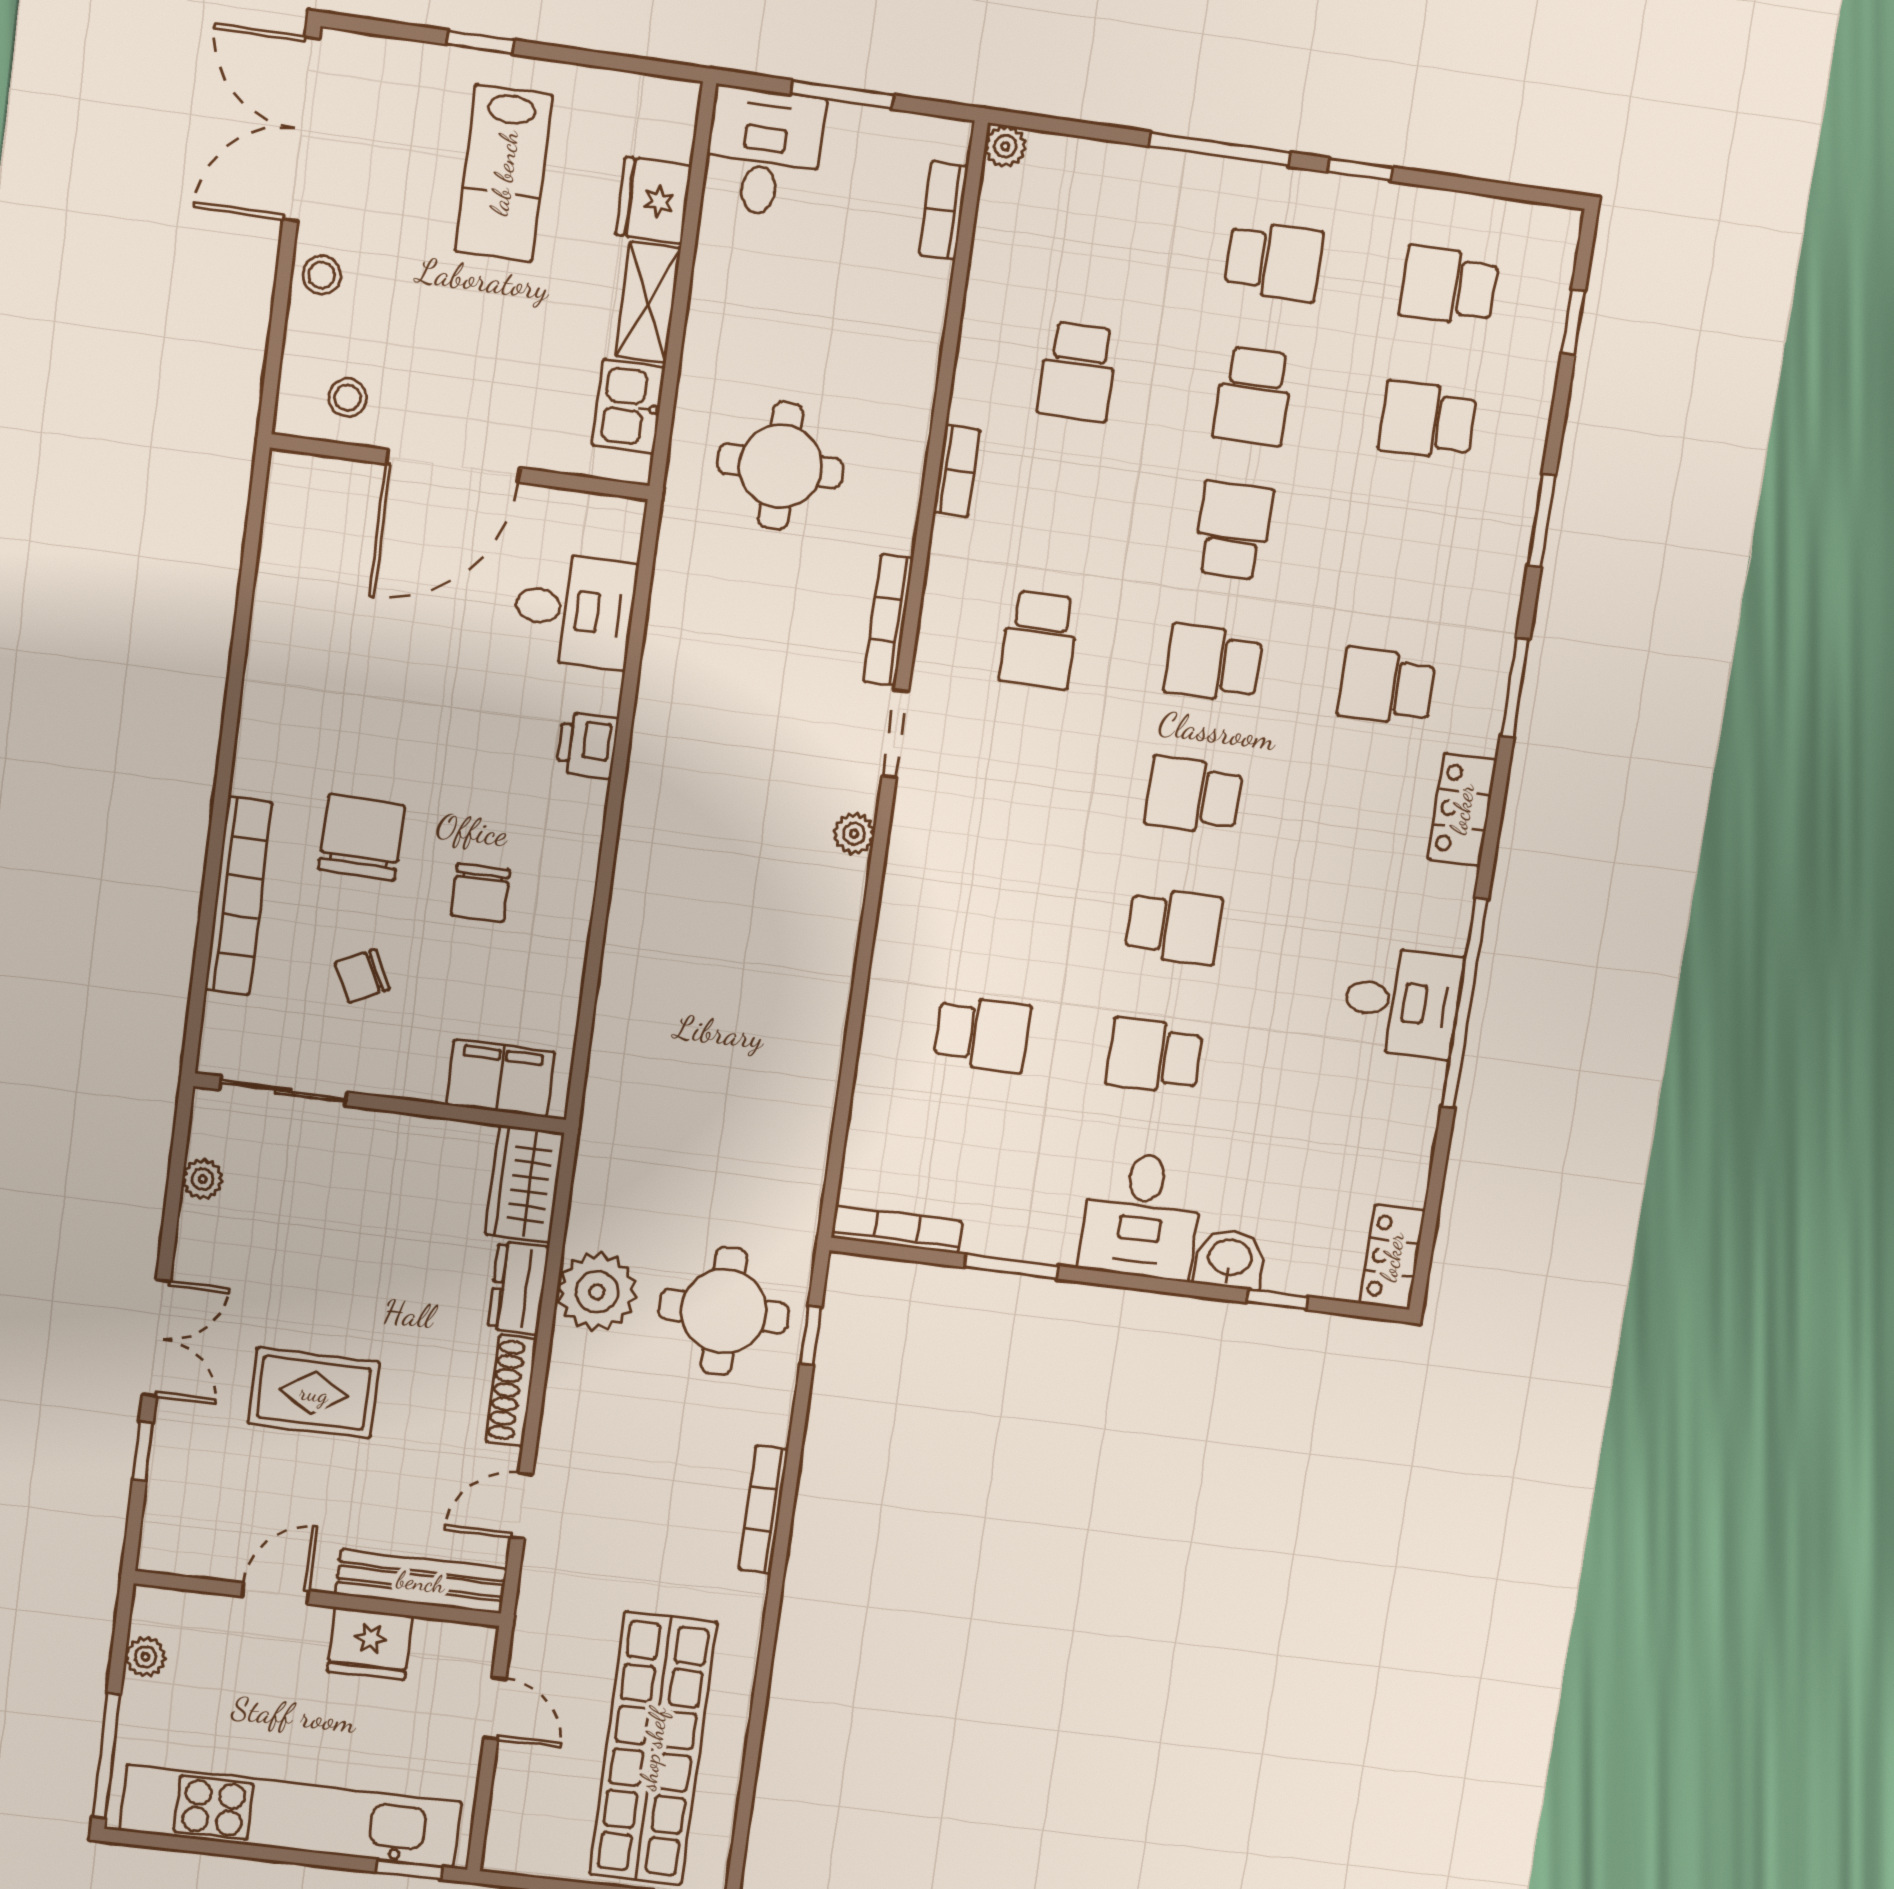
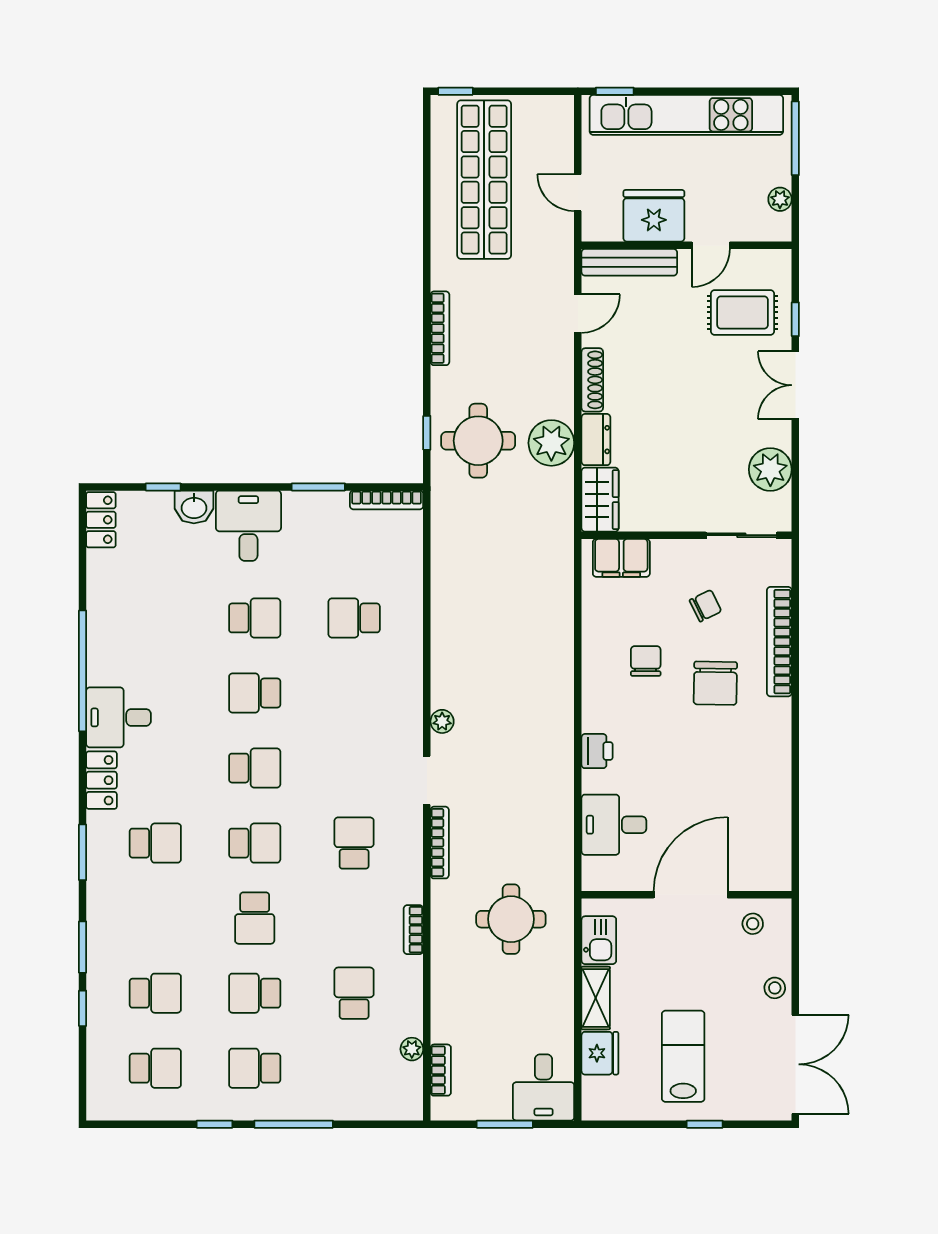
plant: (1005, 146) -> (412, 1049), moved
window: (1573, 322) -> (83, 1008), moved
school desk: (1253, 396) -> (255, 993), turned -90
desk: (1402, 1002) -> (118, 717), moved
plant: (202, 1179) -> (770, 469), width x1.87, depth x1.87
rug: (314, 1393) -> (743, 312), moved
fridge: (370, 1644) -> (654, 216), width x1.36, depth x1.34

